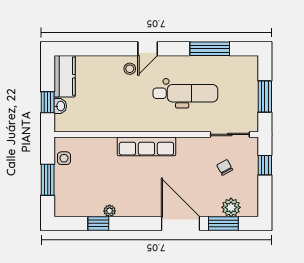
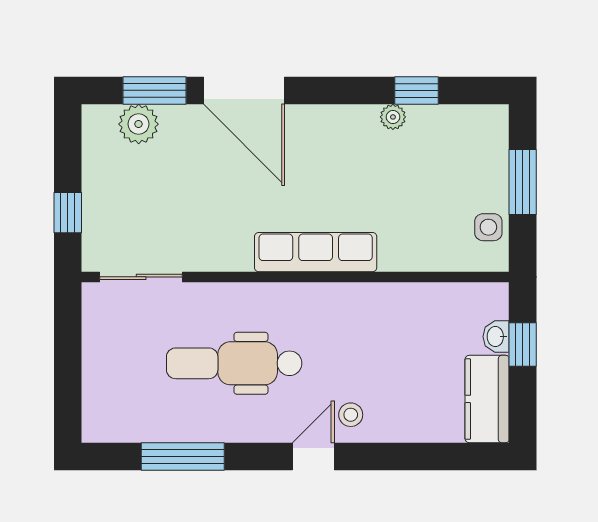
window: (265, 97) -> (68, 356), removed
chair: (225, 167) -> (152, 208), removed

